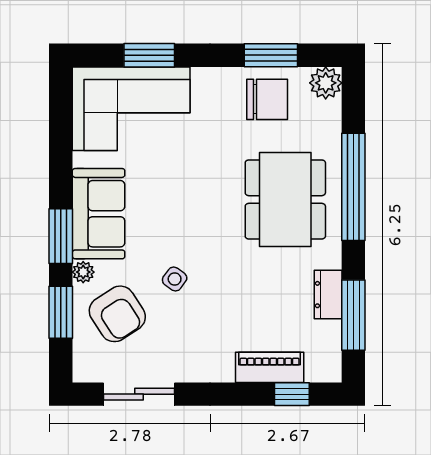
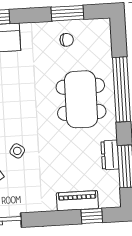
plant: (326, 83) -> (101, 28), removed
chair: (267, 99) -> (67, 40), width x0.54, depth x0.54

